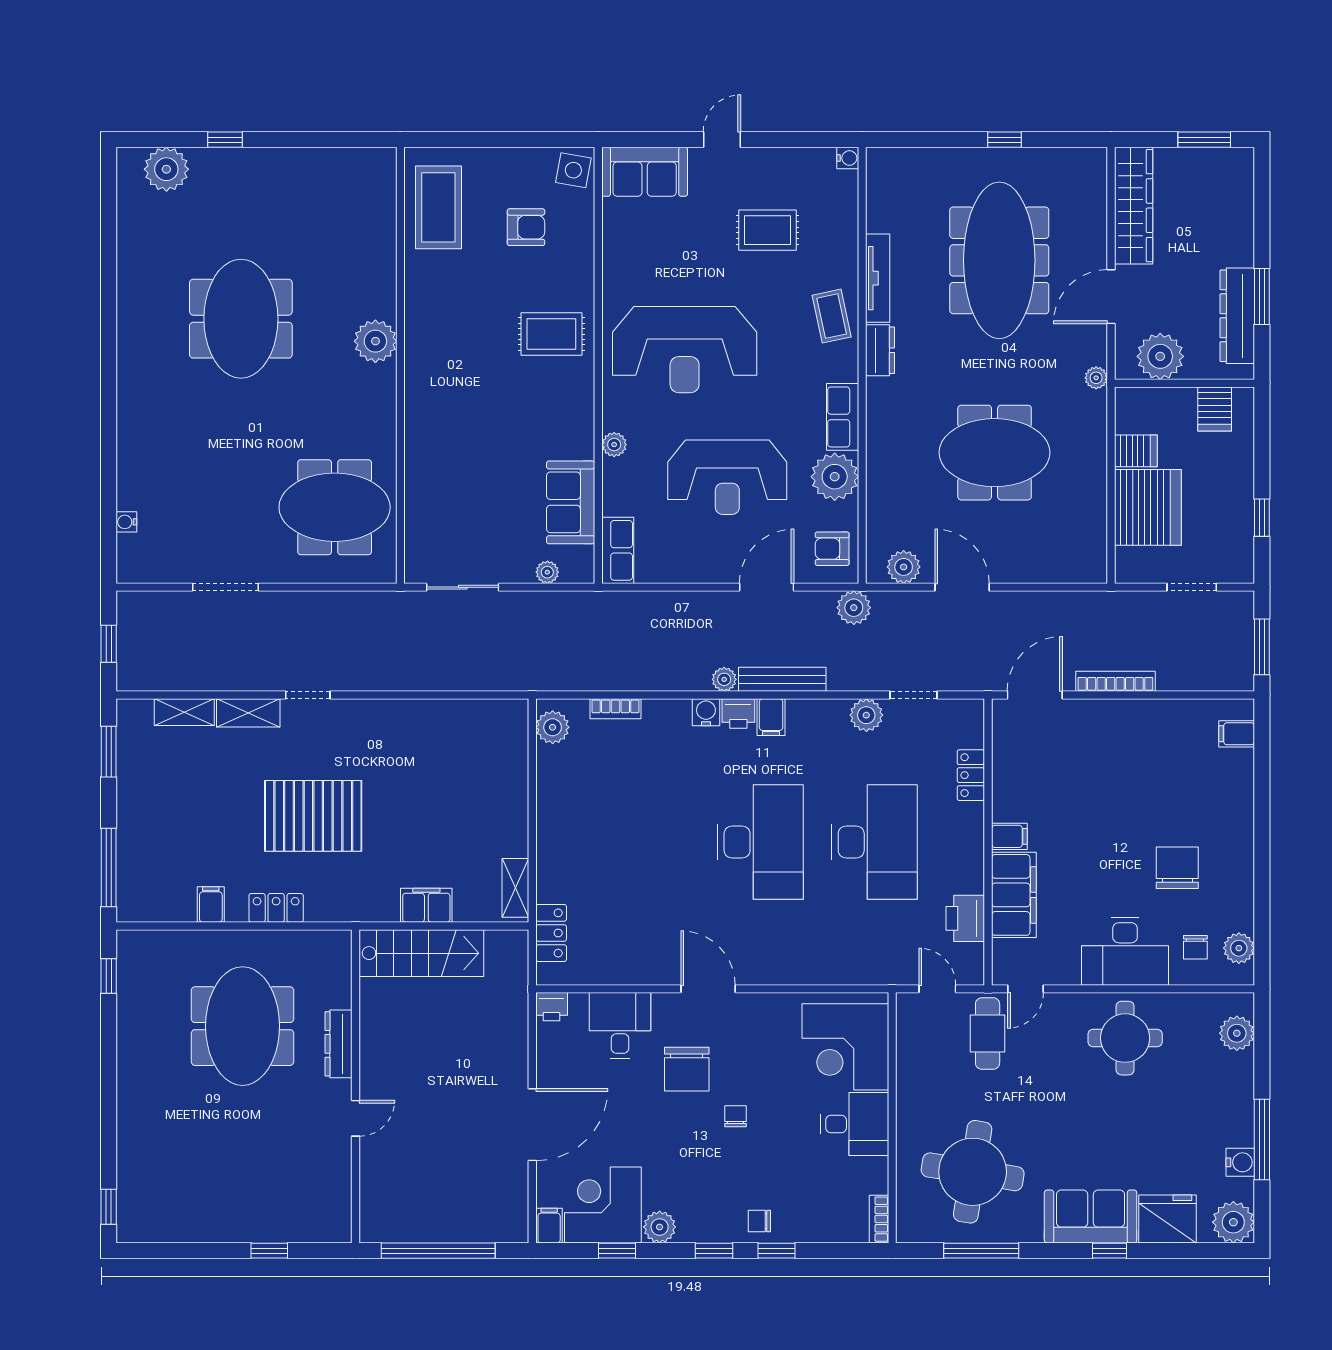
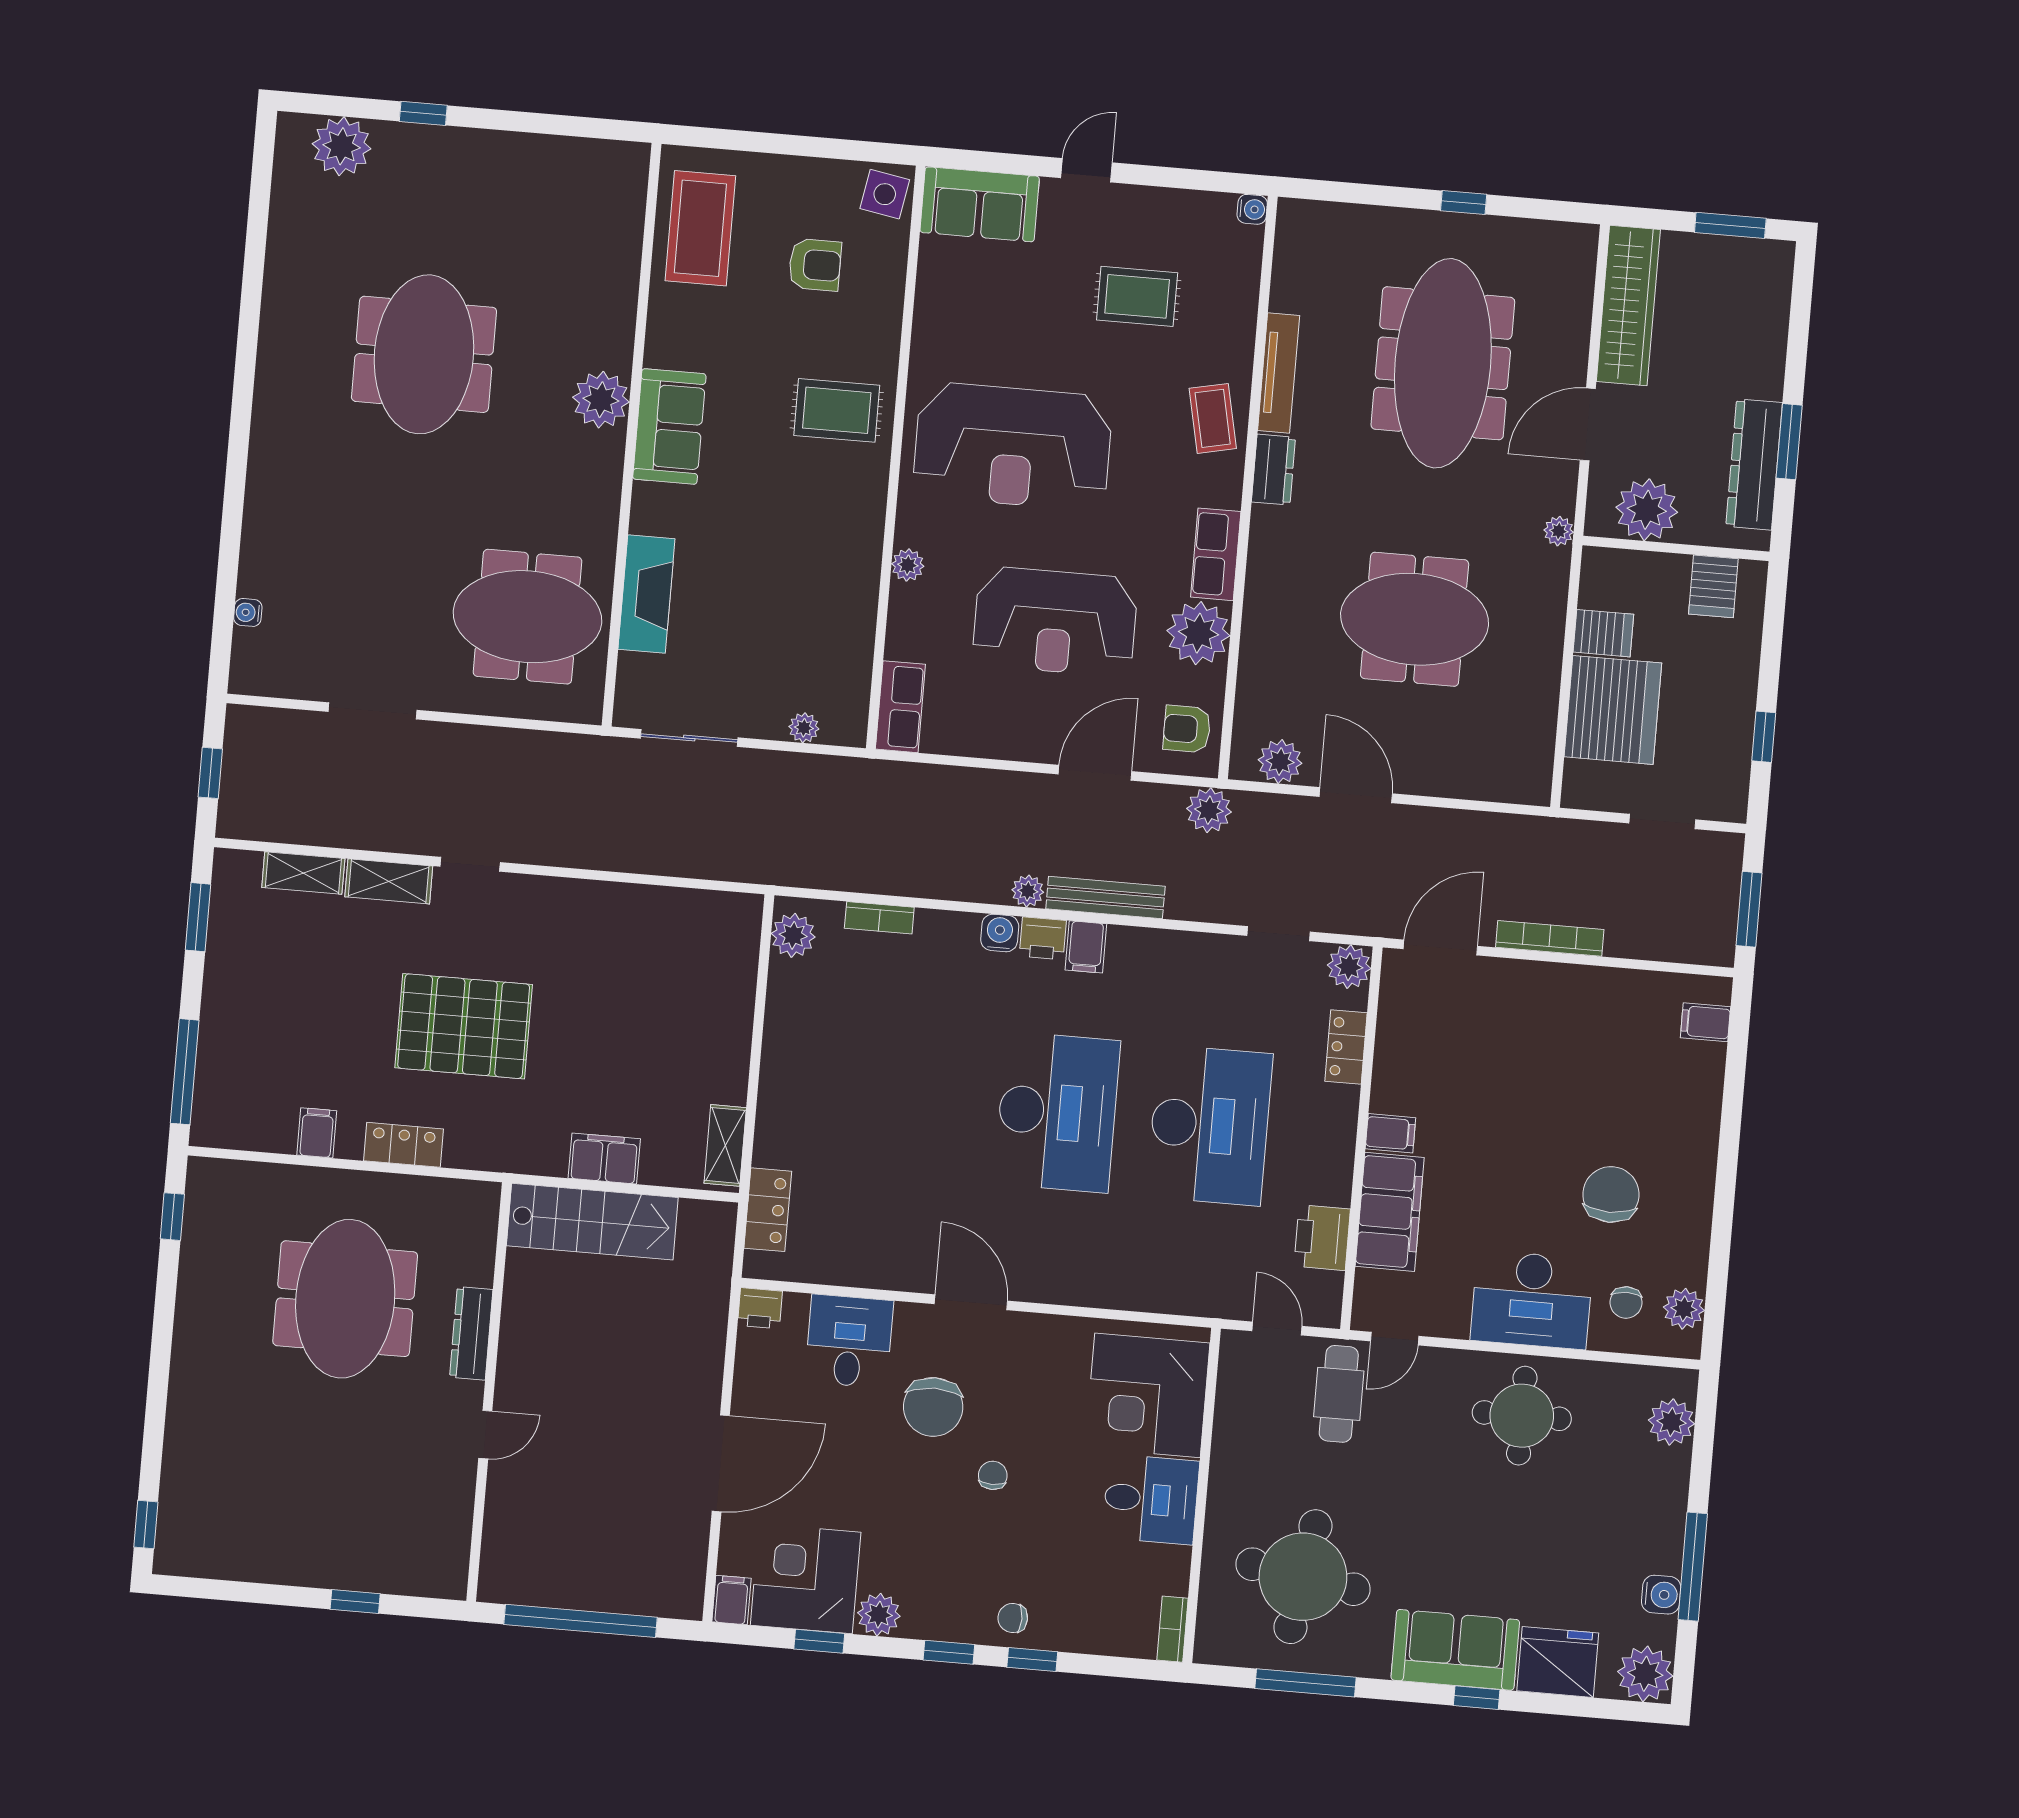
fireplace: (422, 483) -> (646, 594), added
sofa: (571, 502) -> (669, 426), moved, turned 180
plant: (866, 715) -> (1349, 967), moved

